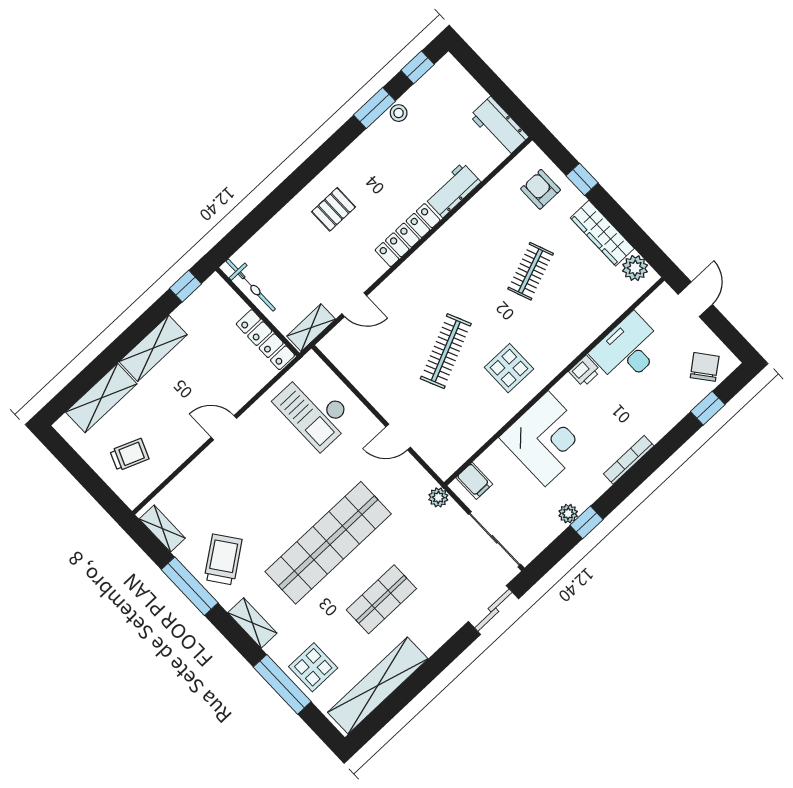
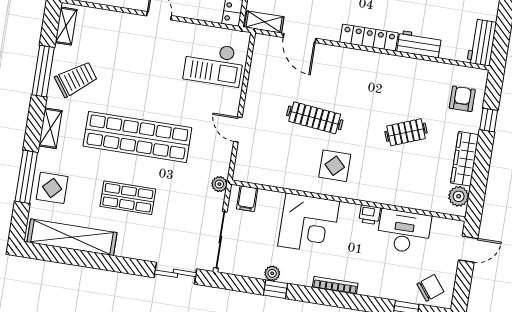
door: (354, 305) -> (299, 38), width x1.38
clothes rail: (446, 351) -> (315, 118), turned 30
checkout: (314, 410) -> (214, 64), turned -90

